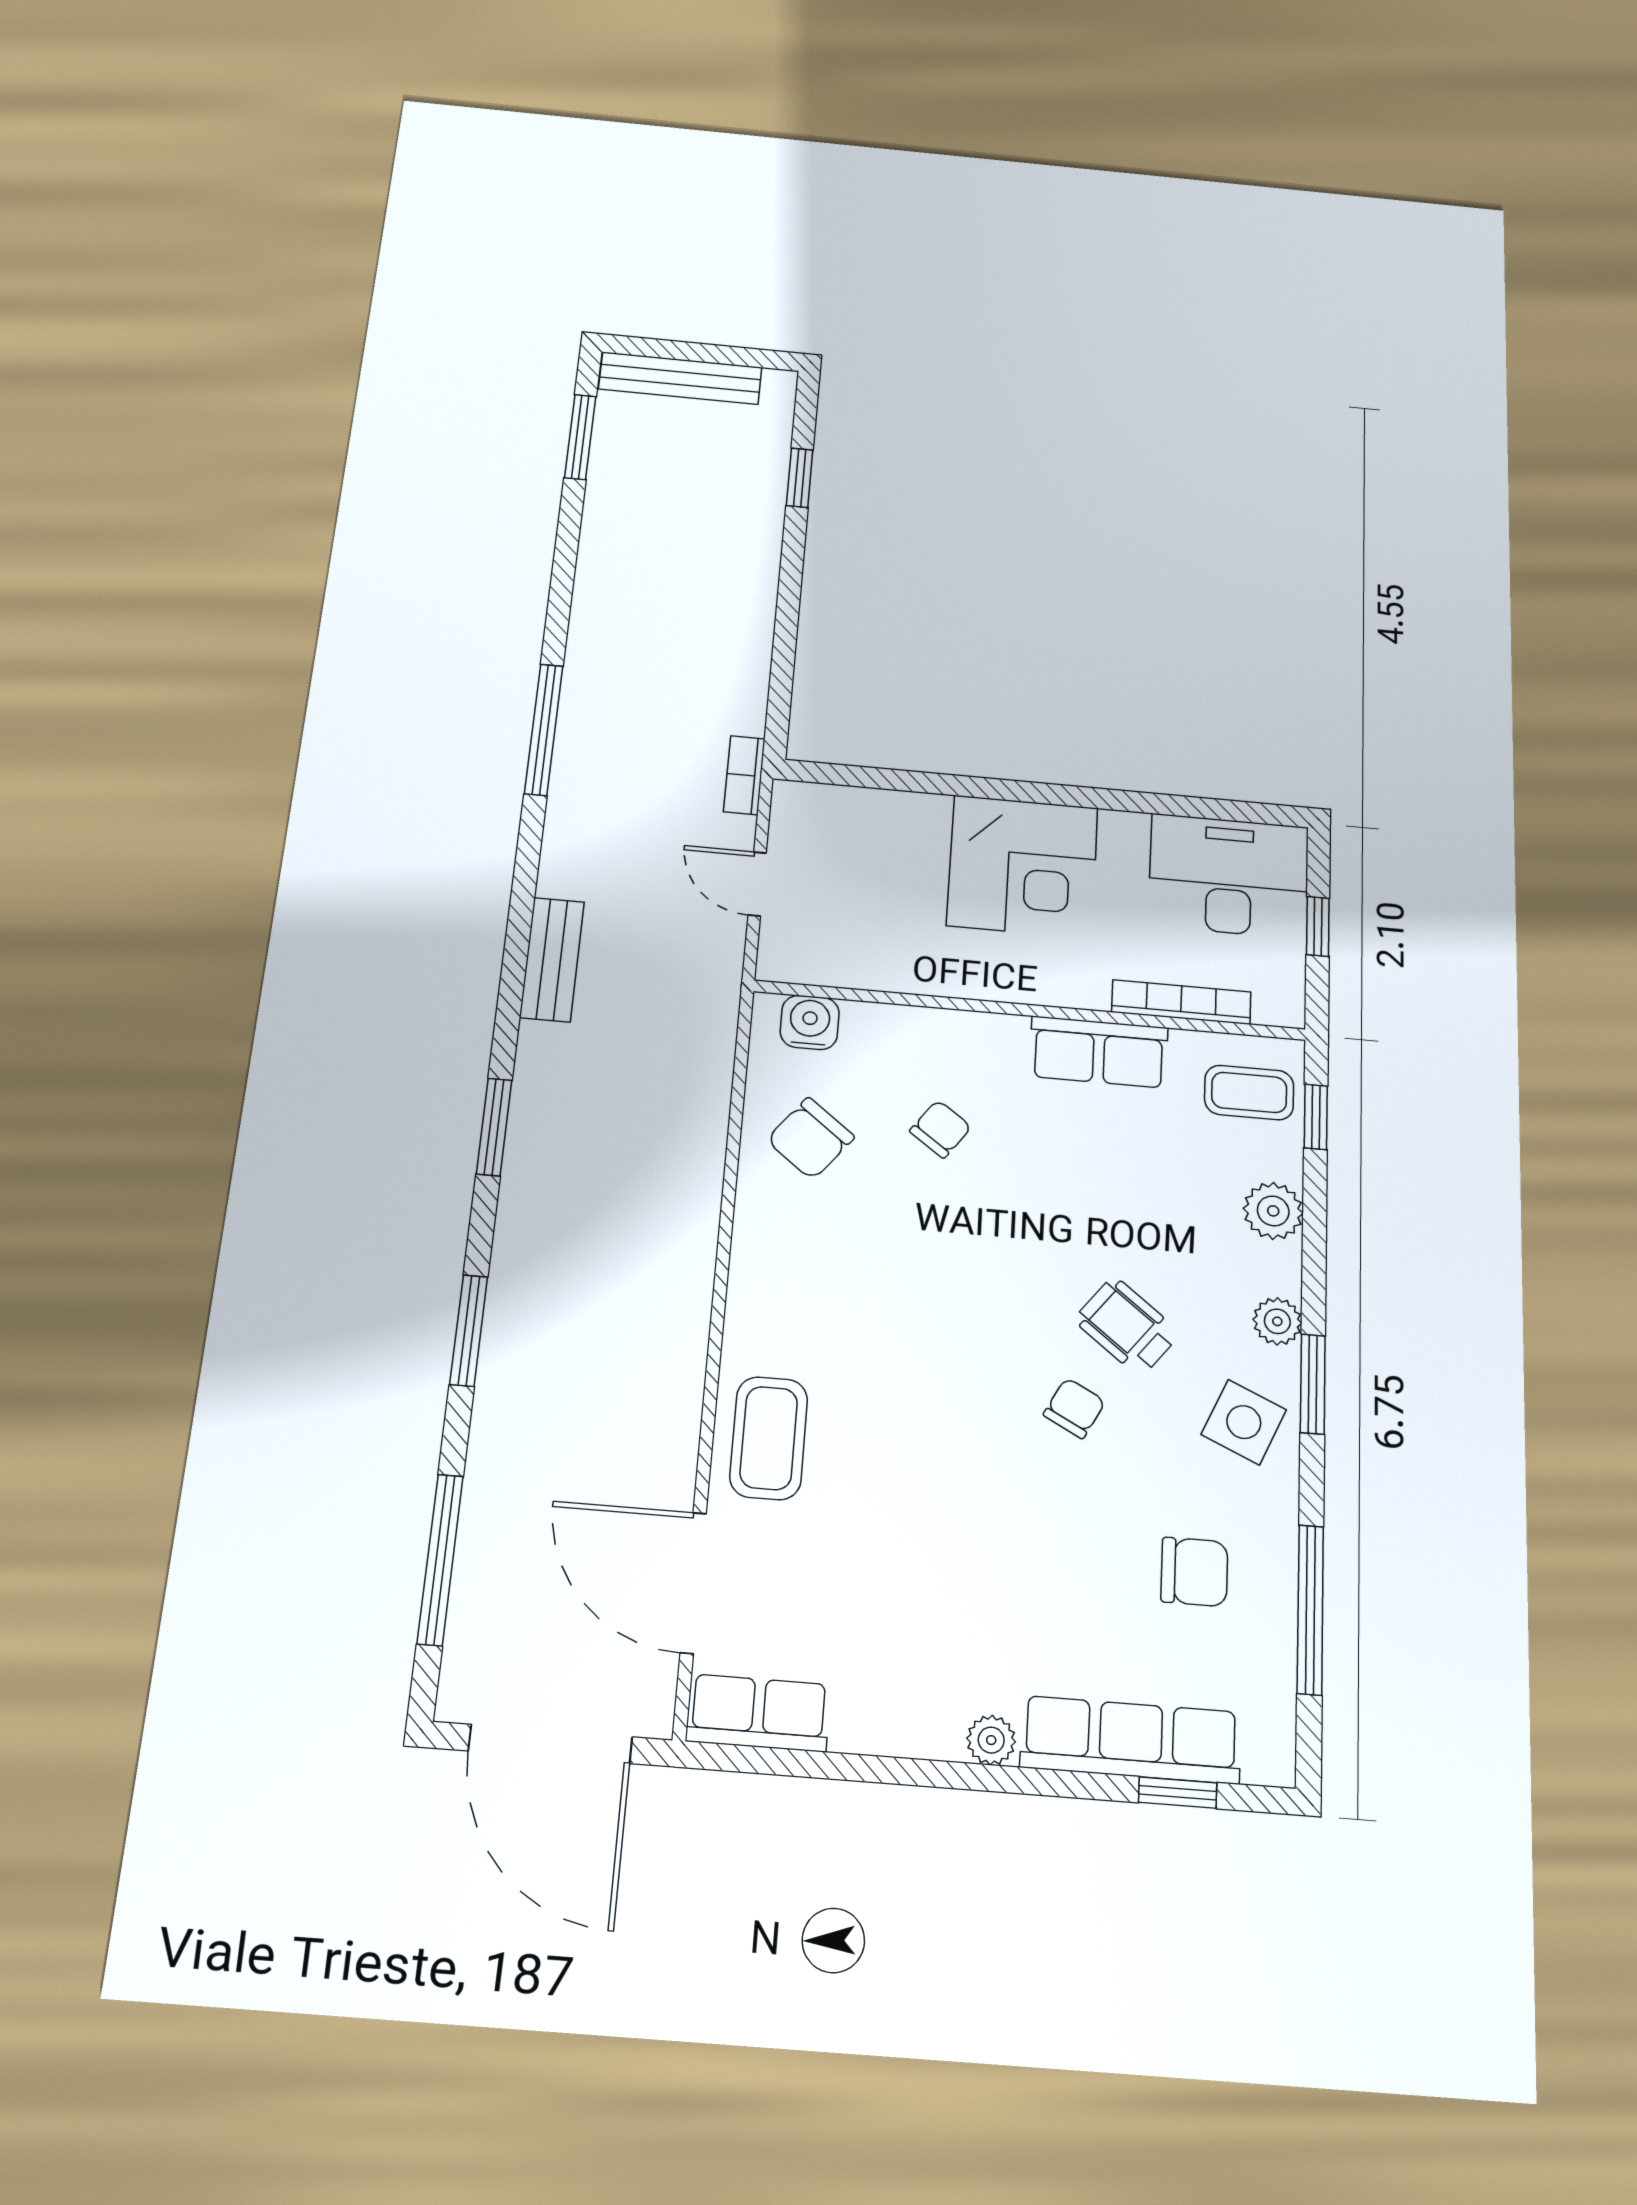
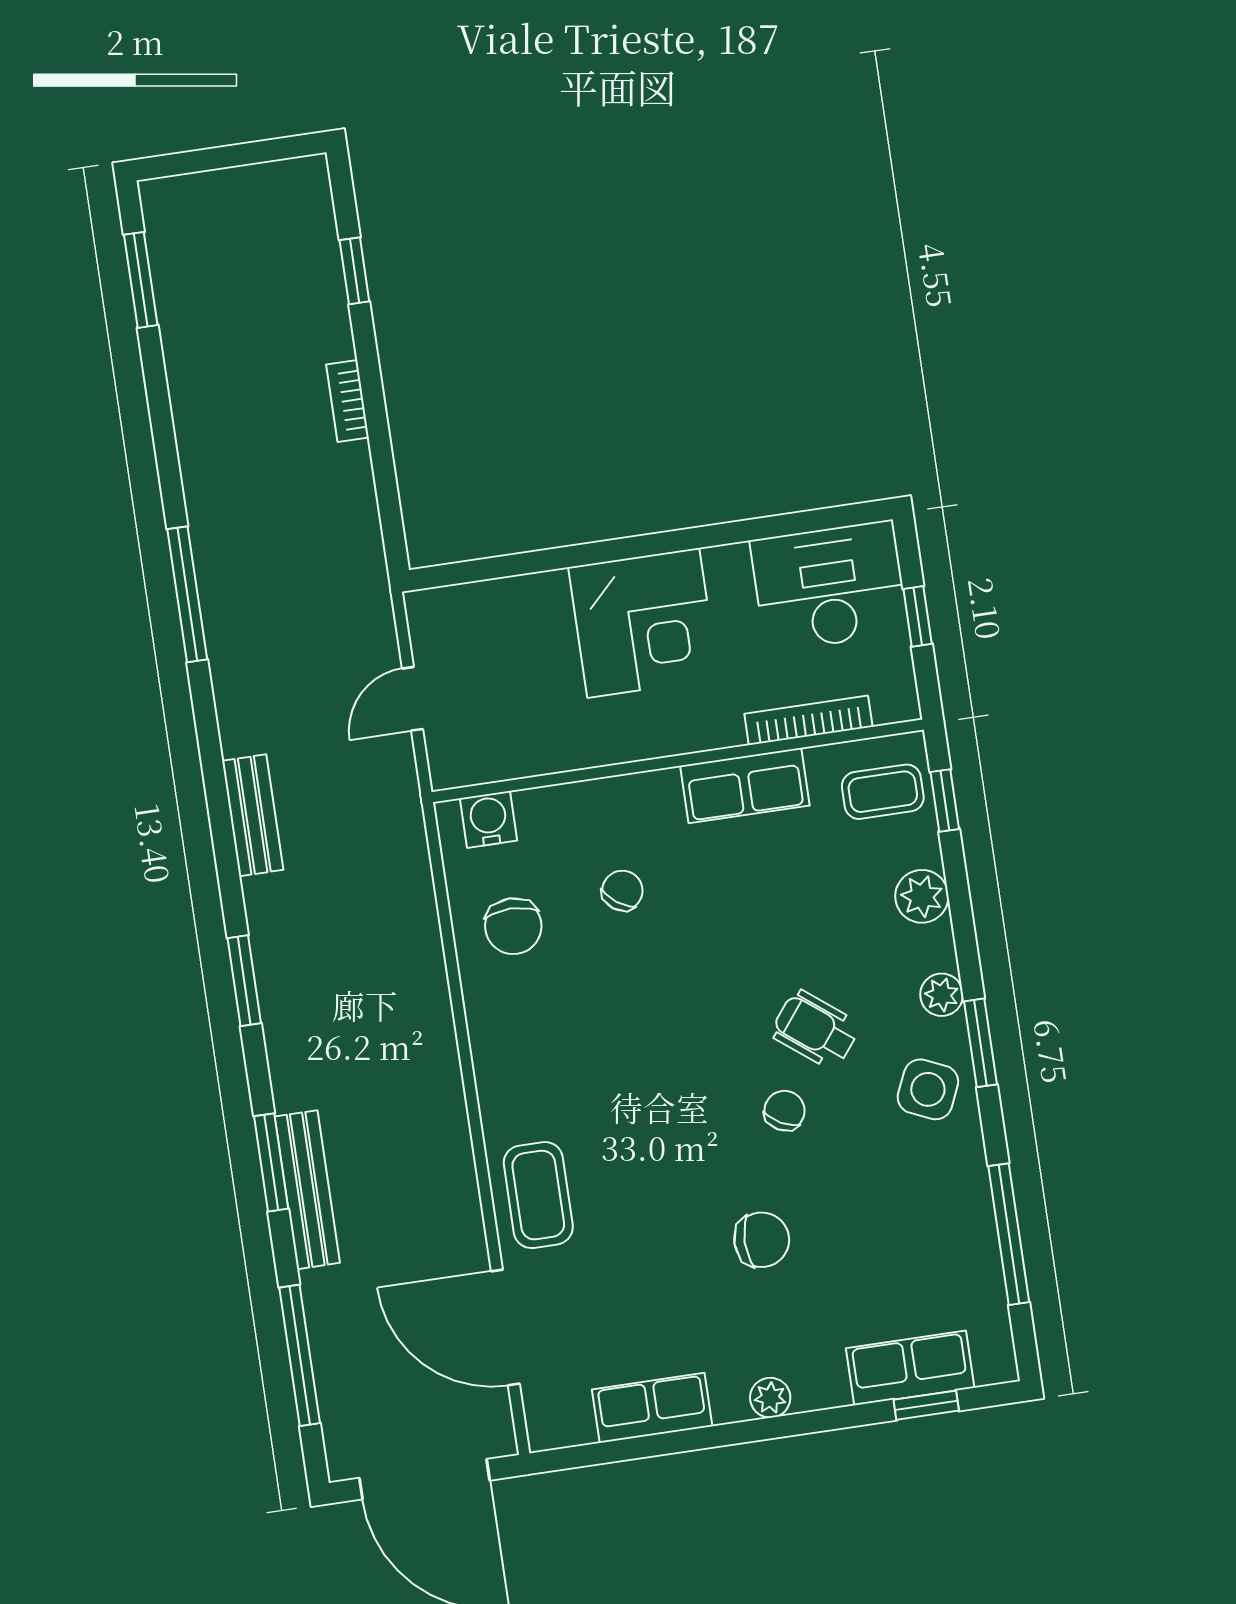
bench: (680, 378) -> (307, 1190), moved, turned 90
bookcase: (744, 775) -> (348, 401), moved
door: (757, 884) -> (413, 699), hinge flipped
chair: (810, 1138) -> (513, 926), turned -38
chair: (1194, 1572) -> (762, 1240), moved
row of seats: (758, 1713) -> (652, 1408), moved
row of seats: (1131, 1740) -> (910, 1368), width x0.68

